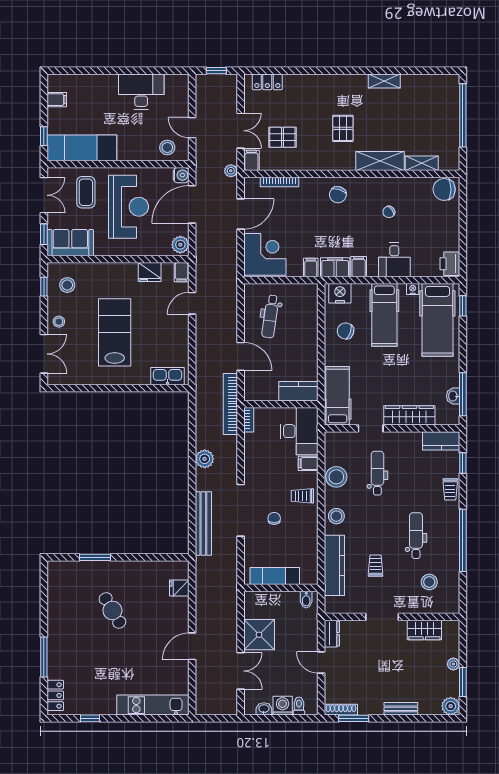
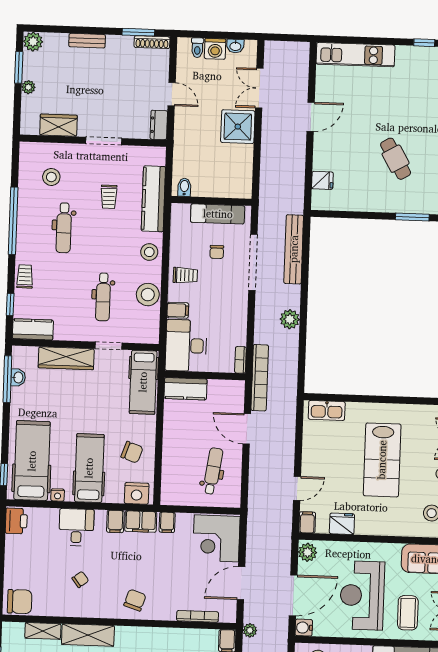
exam couch: (275, 576) -> (218, 214), moved
wall: (281, 588) -> (211, 201), moved
bidet: (306, 600) -> (184, 187), moved

